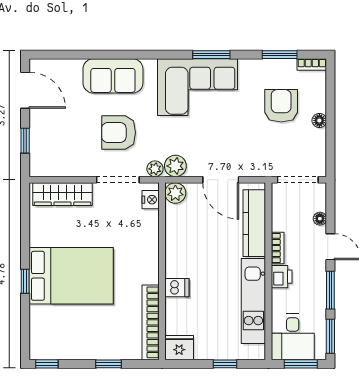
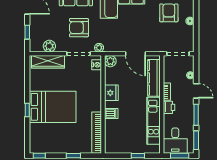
plant: (175, 166) -> (49, 46), moved
fridge: (179, 348) -> (111, 93), moved, turned 90

